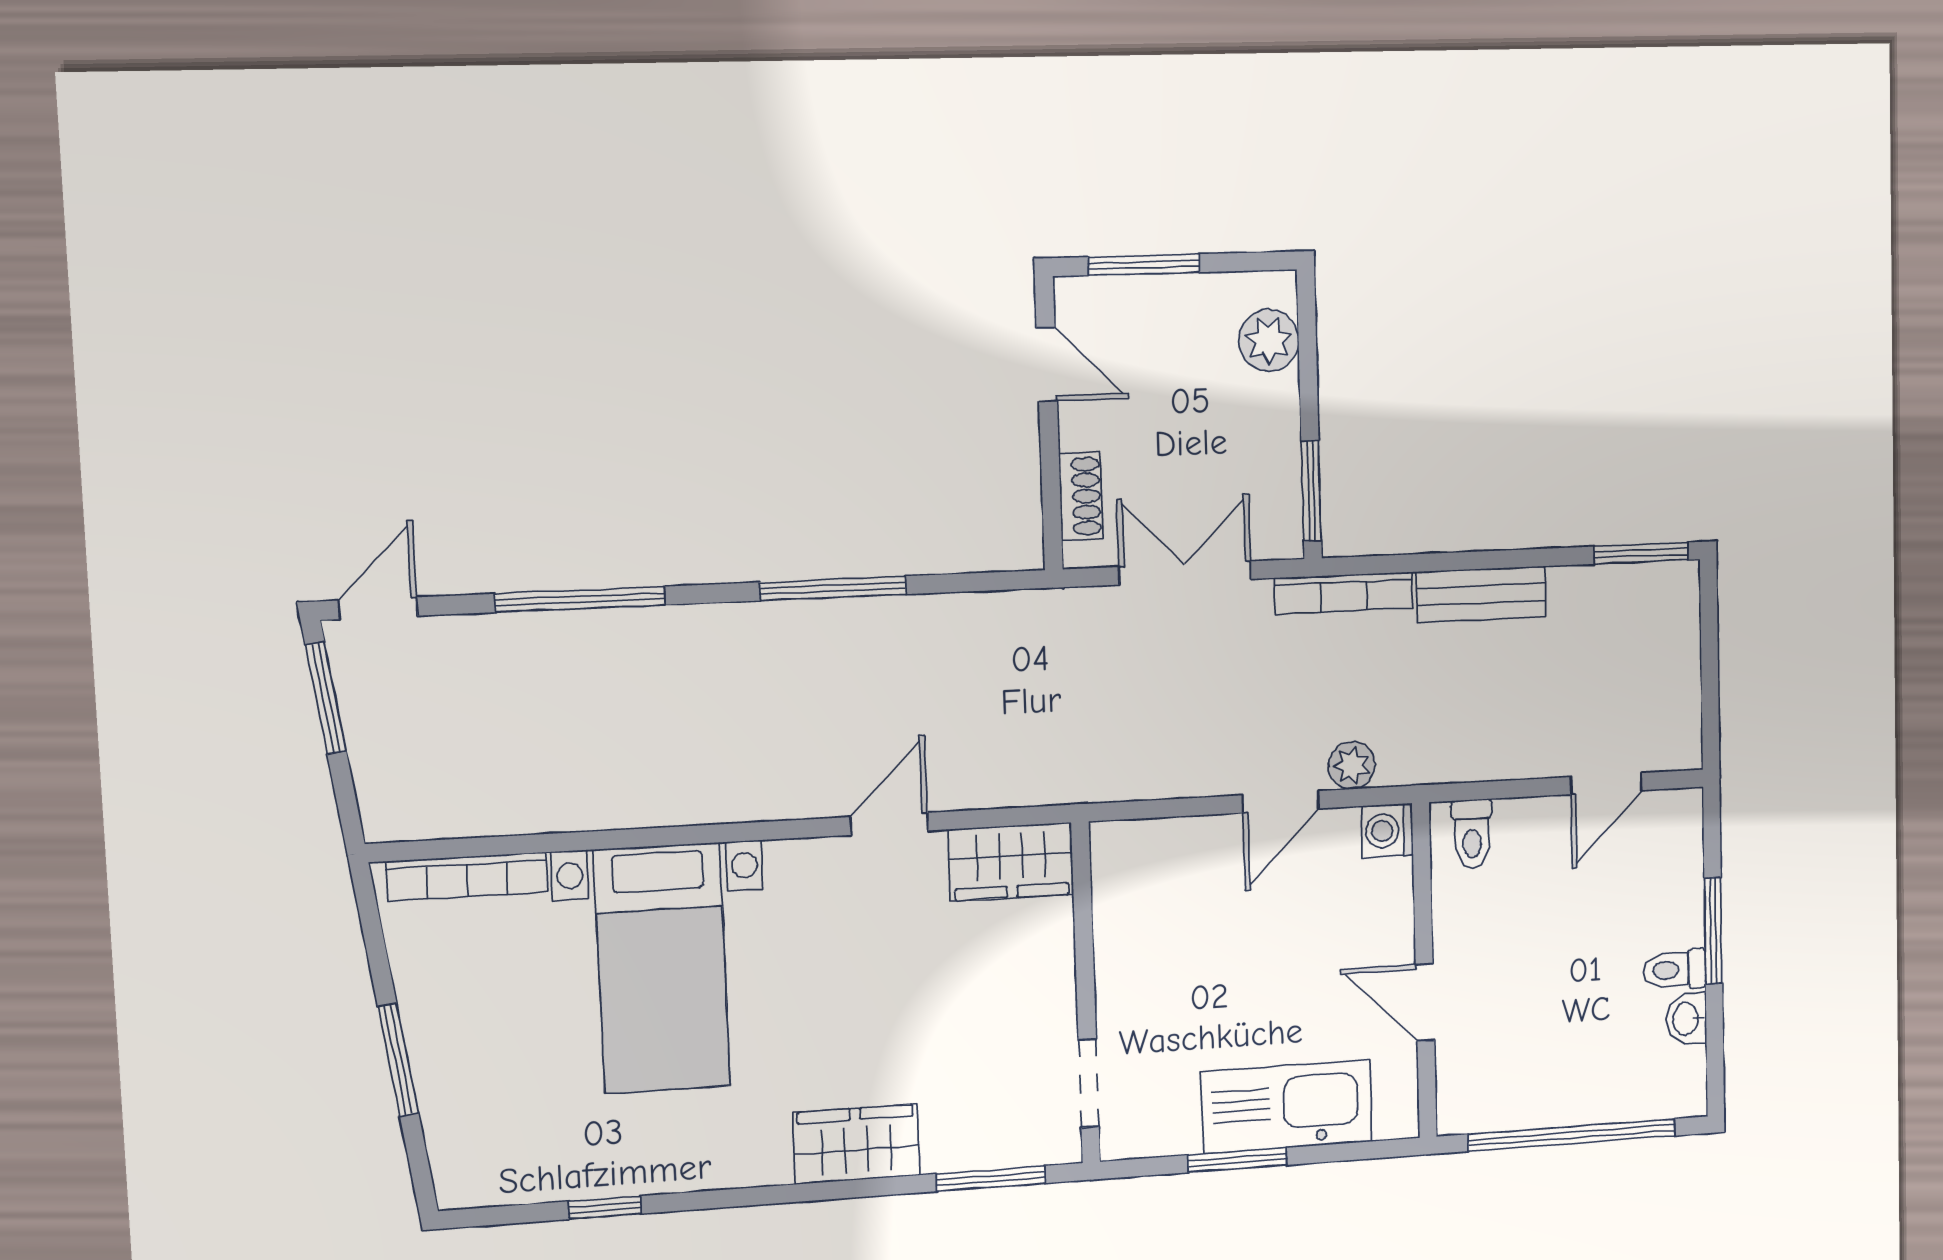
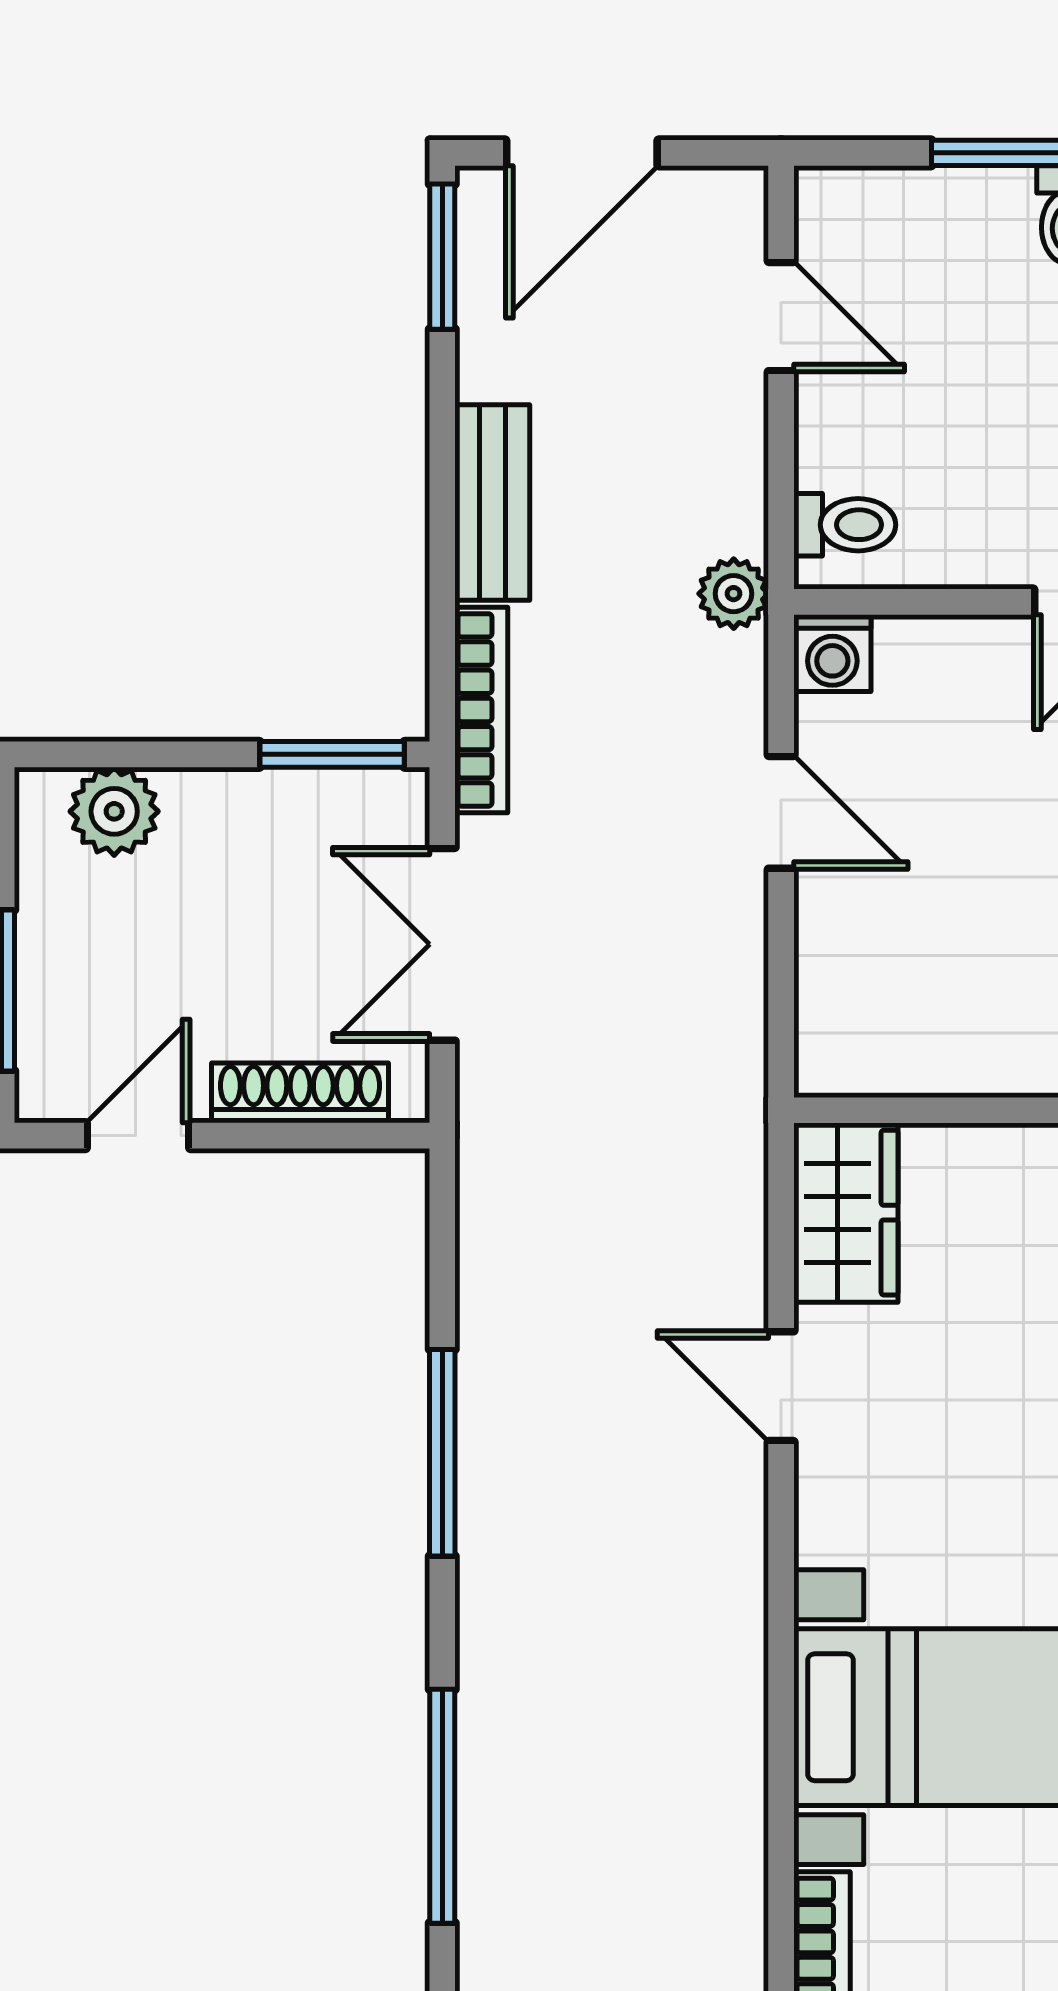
shoe rack: (1081, 496) -> (300, 1093), width x1.43
door: (1709, 644) -> (582, 153), added
plant: (1352, 765) -> (734, 594), moved

